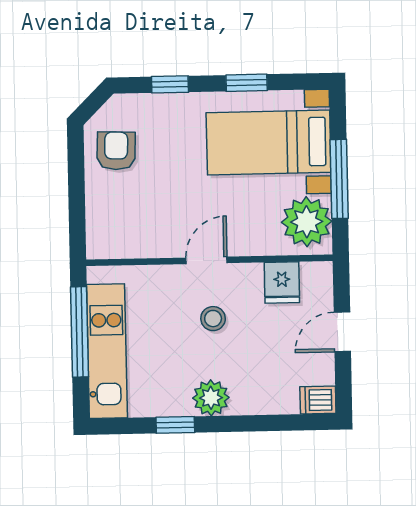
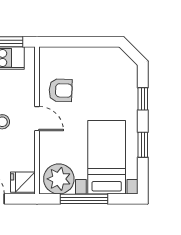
armchair: (116, 151) -> (61, 90), moved
fridge: (282, 282) -> (23, 182), moved

